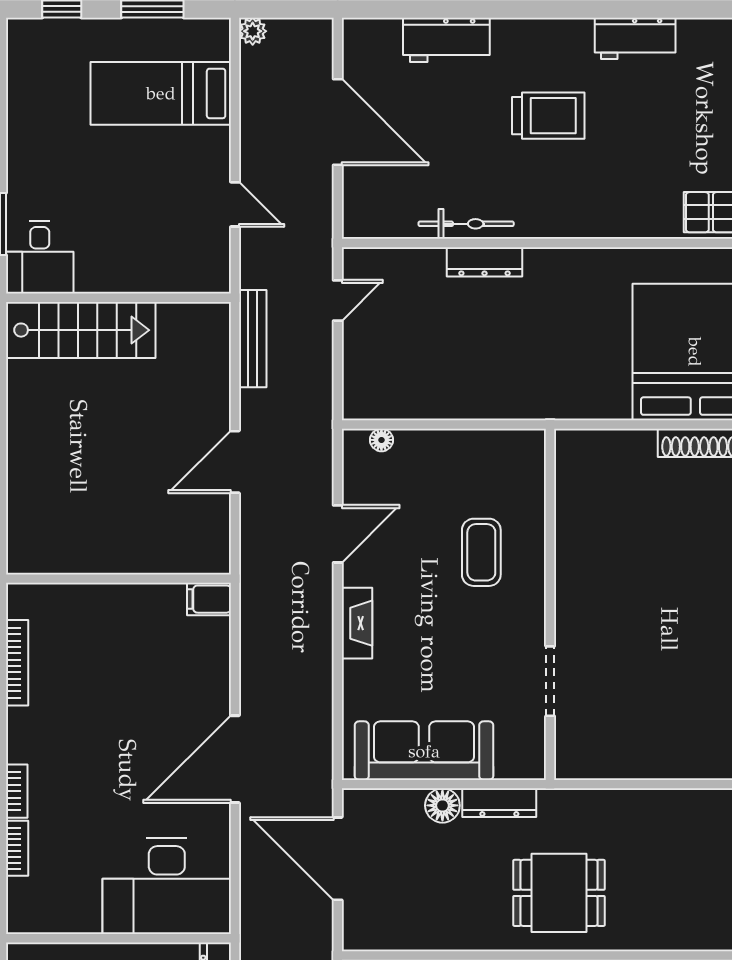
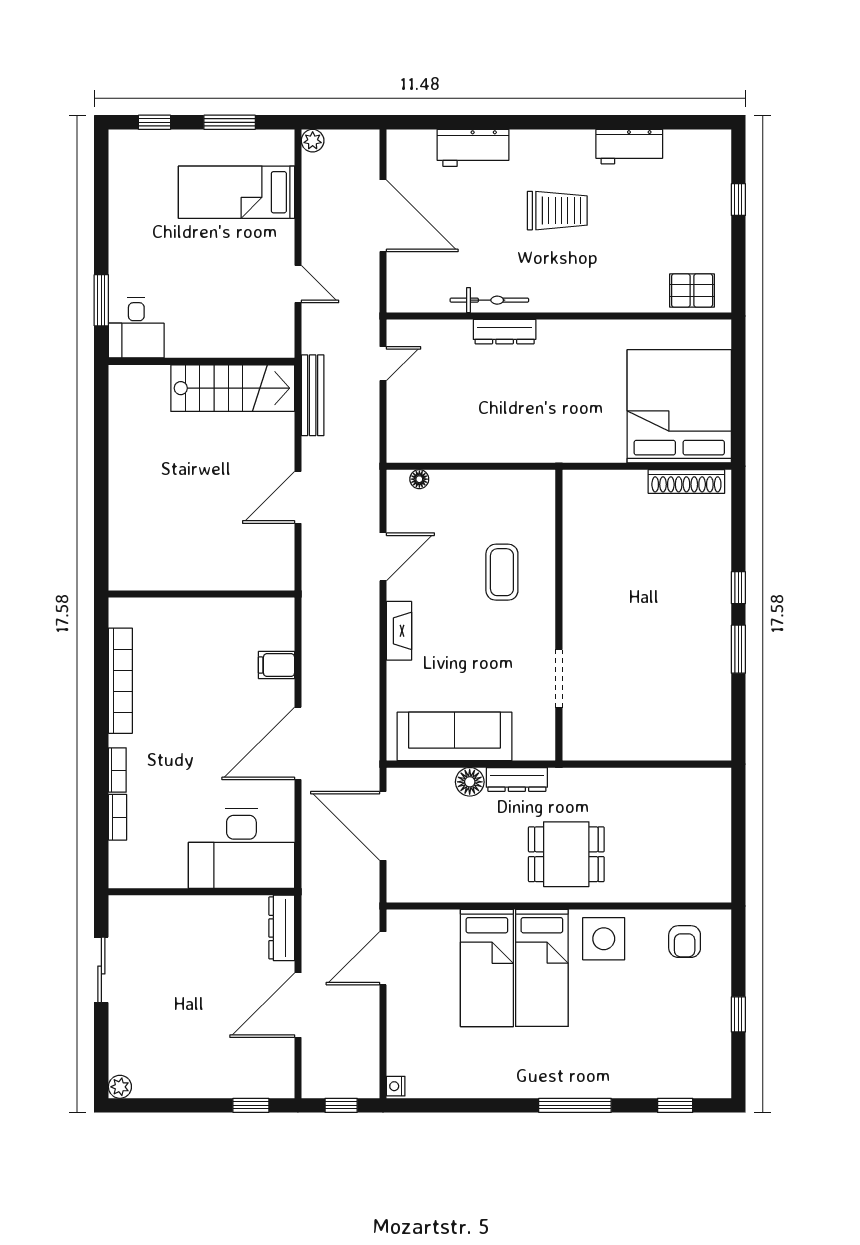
stairs: (81, 330) -> (233, 388), moved
filing cabinet: (209, 599) -> (276, 665), moved
bookcase: (17, 663) -> (120, 681), width x1.48, depth x1.31

